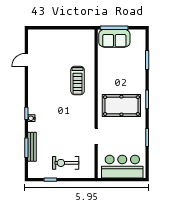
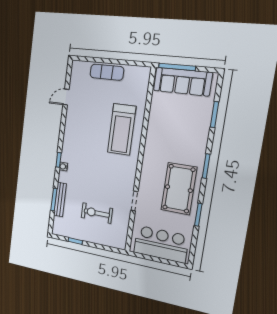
exercise mat: (59, 37) -> (107, 72), added
sofa: (114, 38) -> (183, 82), width x1.36
treadmill: (78, 81) -> (122, 129), width x1.37, depth x1.38
pool table: (121, 106) -> (179, 189), moved, turned 90
exercise bike: (66, 163) -> (97, 213), moved

